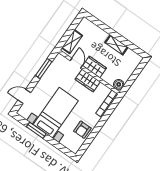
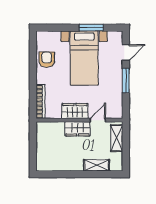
shelving: (116, 45) -> (97, 165), moved
door: (76, 63) -> (98, 120), swing flipped
window: (44, 69) -> (126, 81), moved
boiler: (119, 84) -> (42, 128), removed

